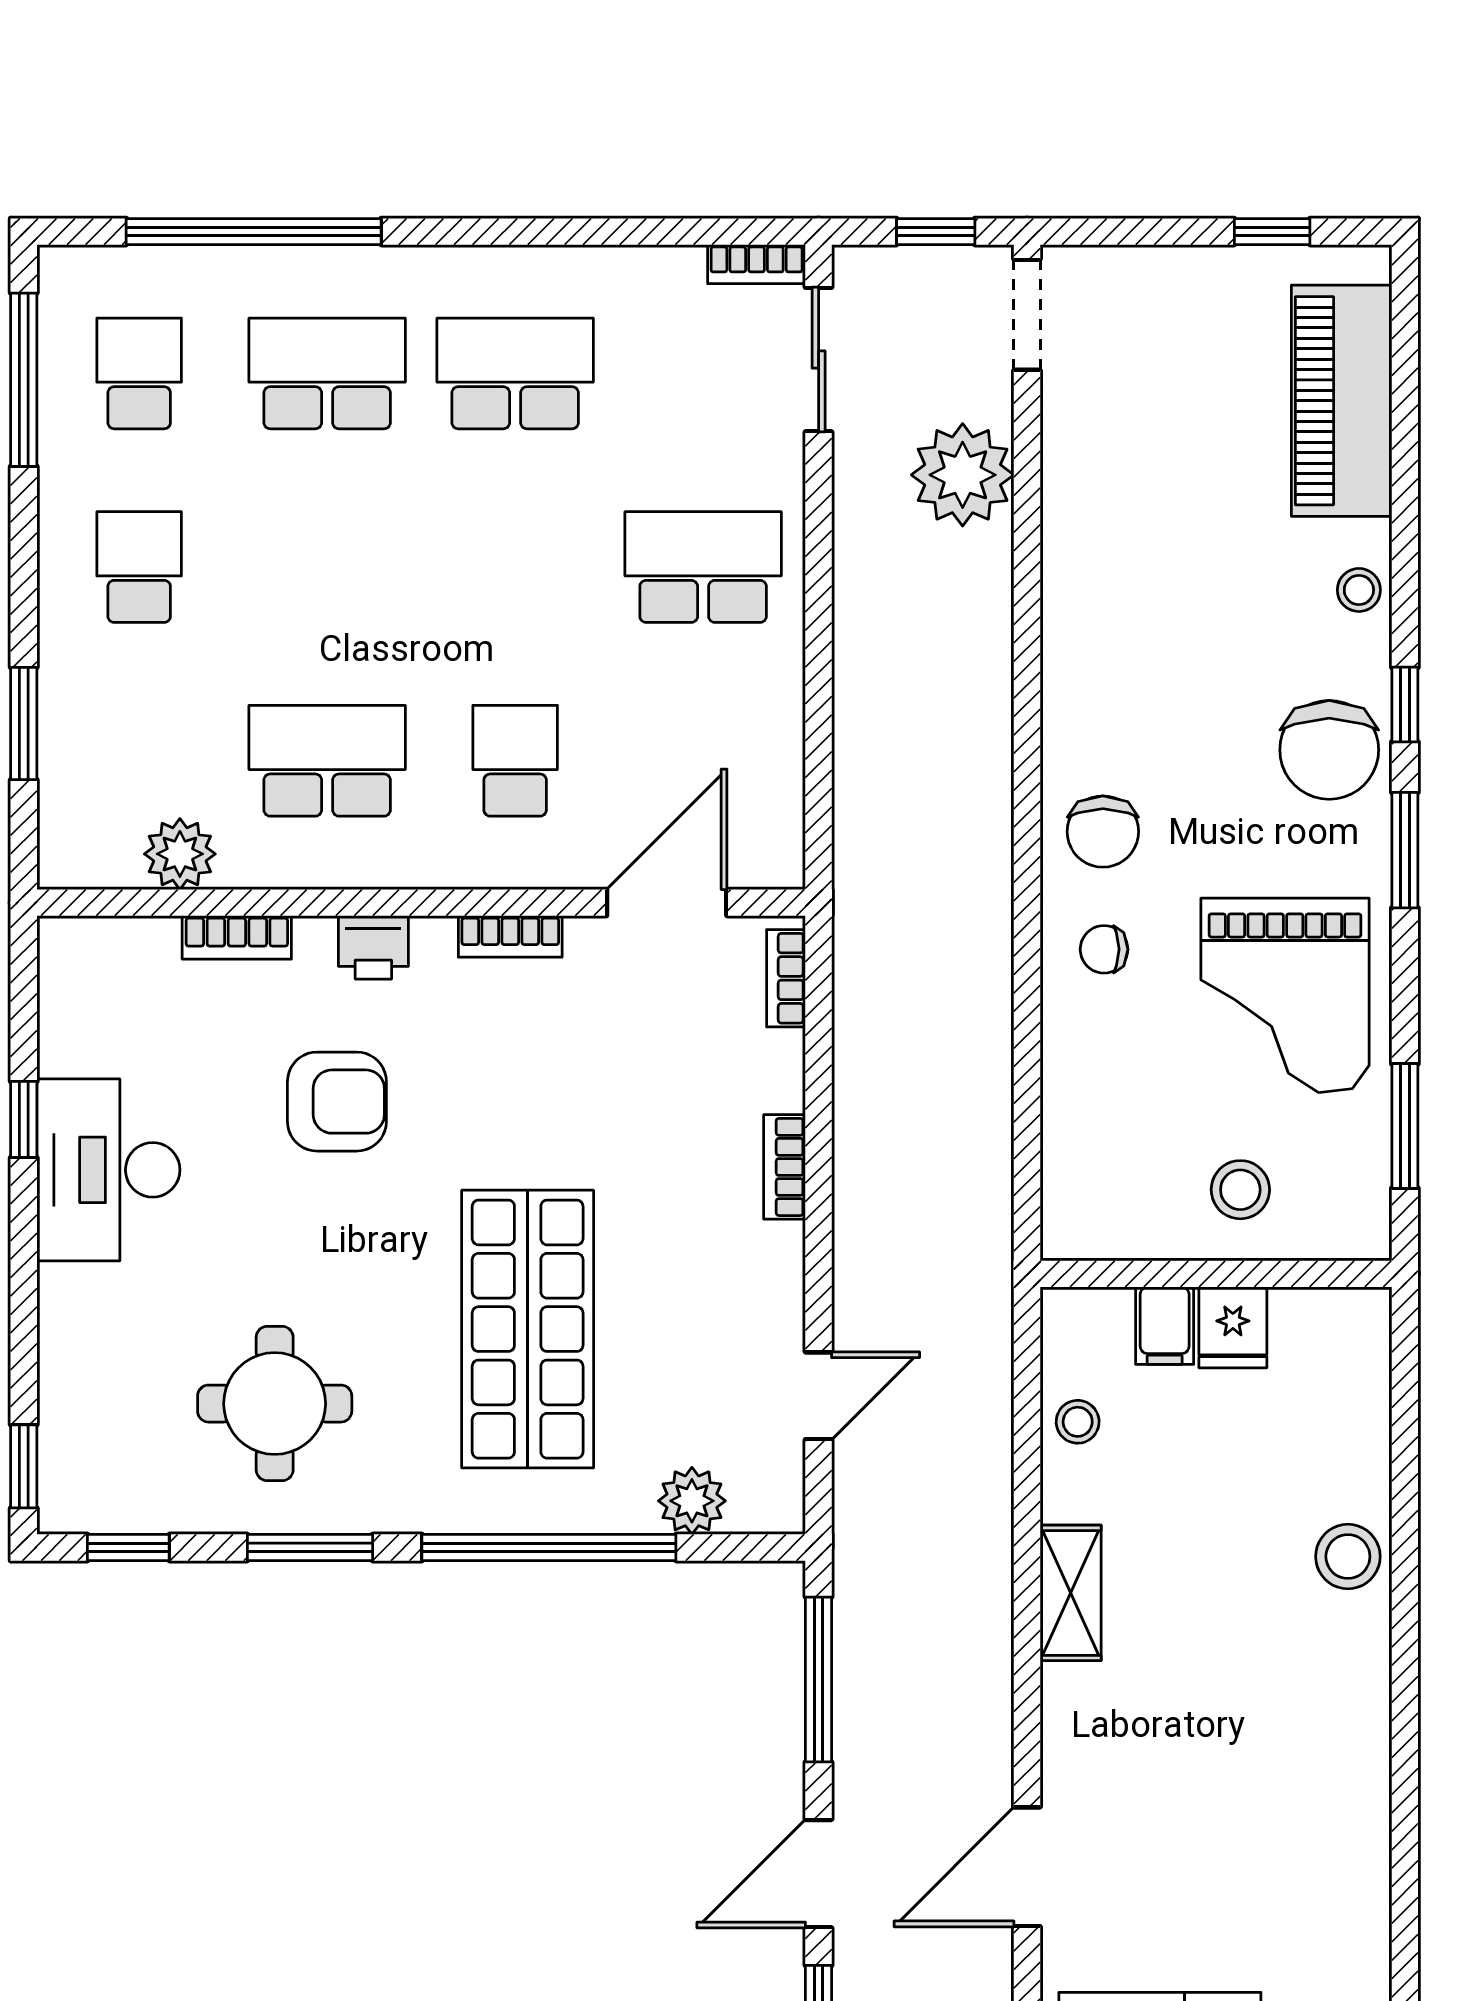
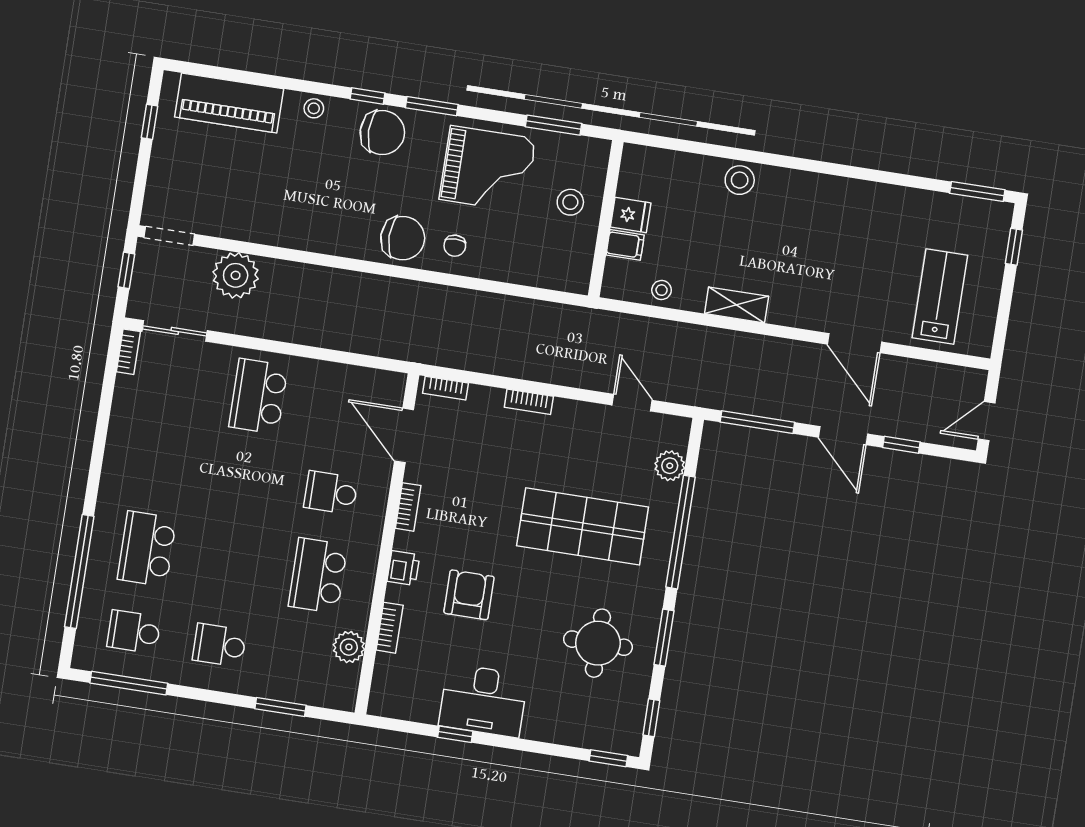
school desk: (515, 373) -> (160, 466), removed
chair: (1103, 832) -> (403, 238), width x1.37, depth x1.37

